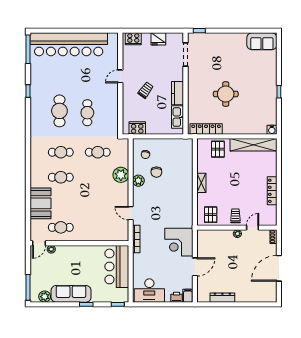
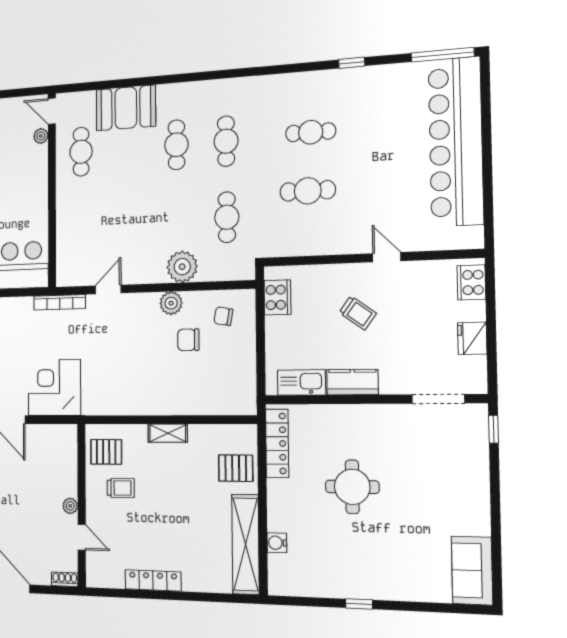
cafe table: (59, 111) -> (311, 132), width x0.73, depth x0.74
water cooler: (272, 130) -> (277, 543), moved
trolley: (235, 216) -> (121, 488), moved

